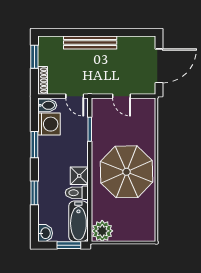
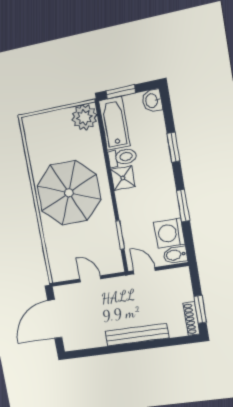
shoe rack: (43, 80) -> (191, 319), moved

